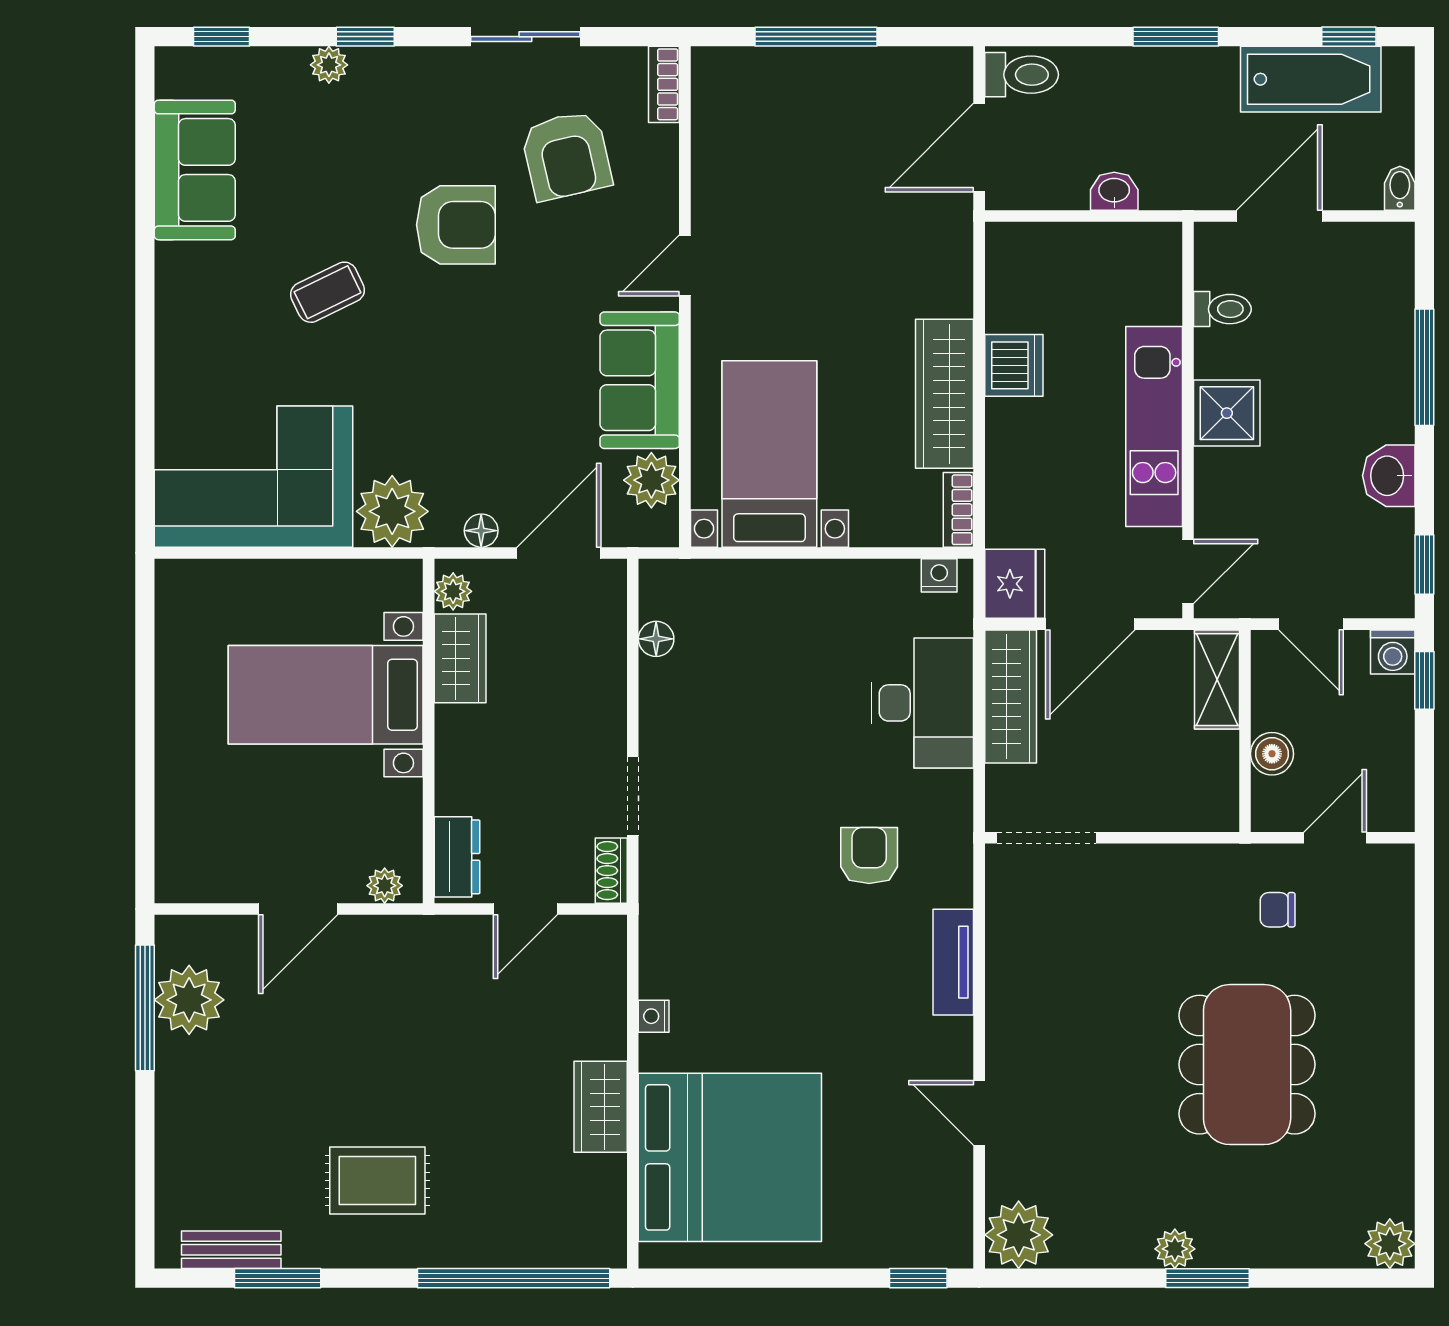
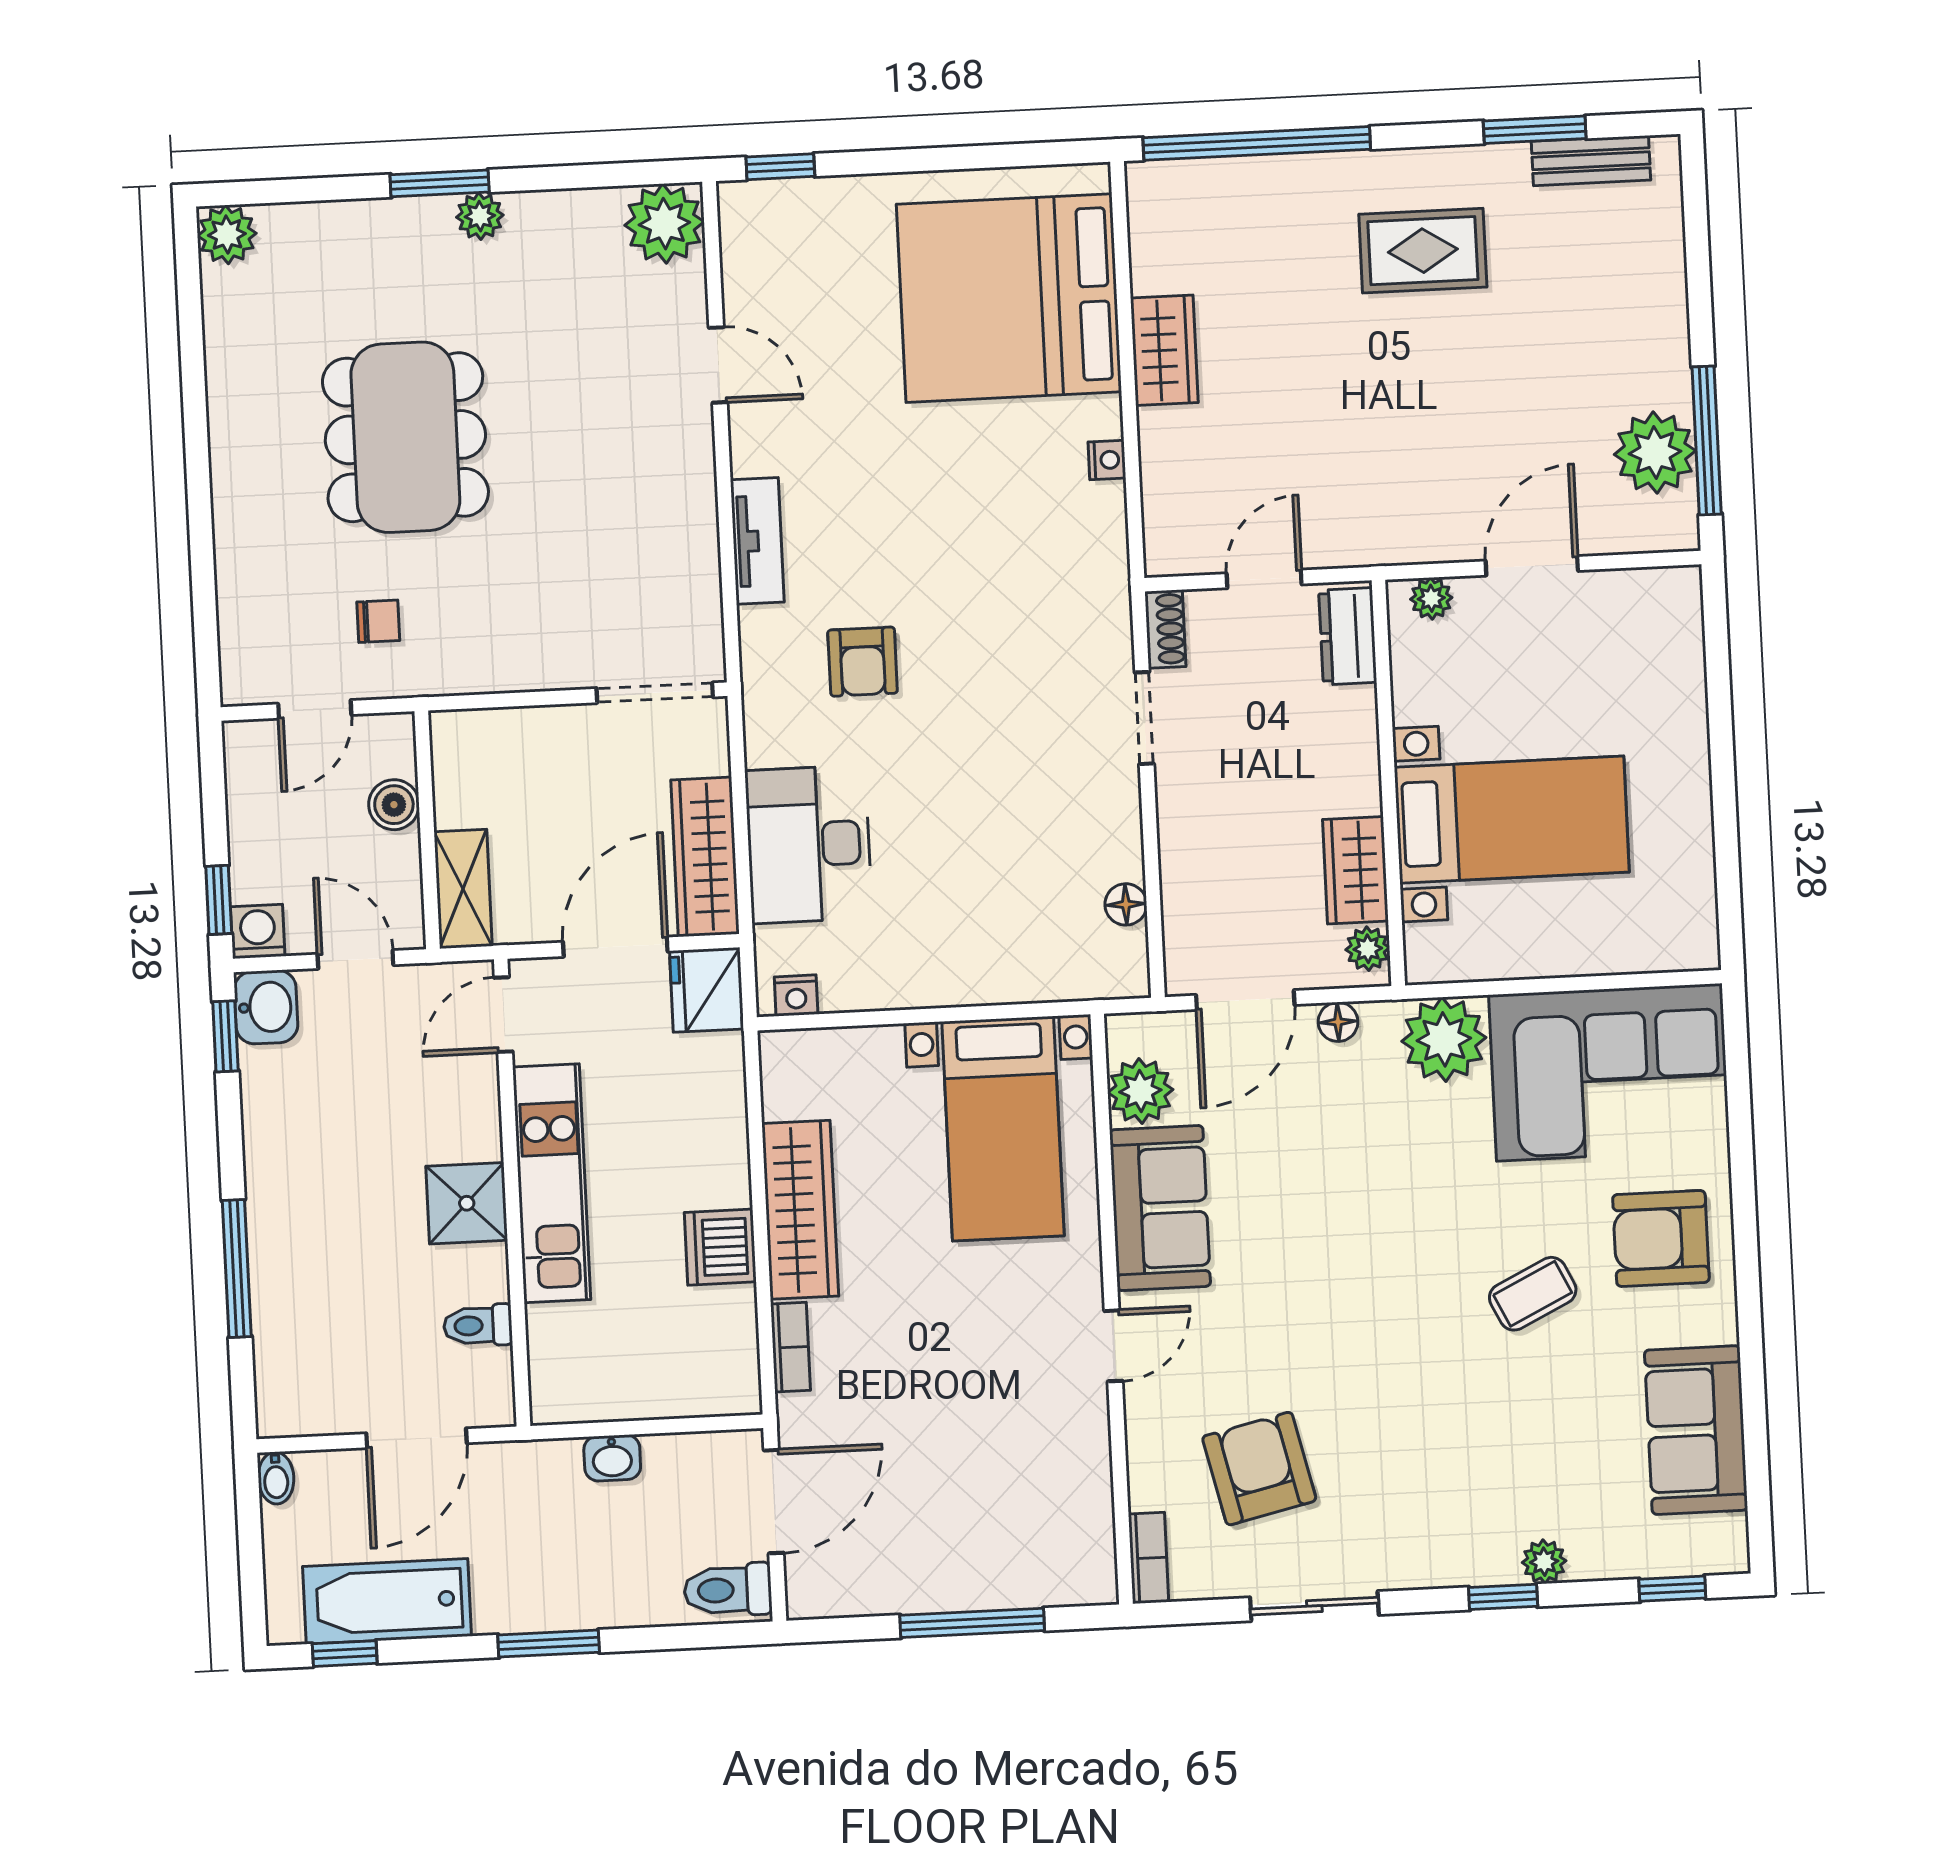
armchair: (456, 225) -> (1661, 1238), moved
washbasin: (1389, 476) -> (266, 1007), moved
bookcase: (958, 510) -> (791, 1347), moved

